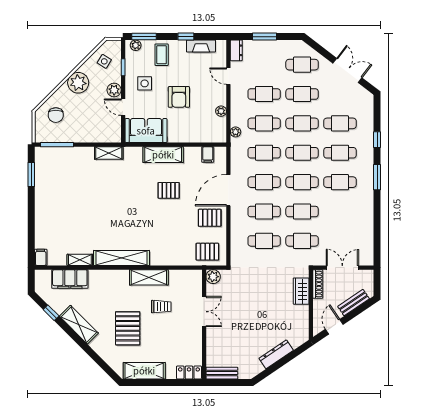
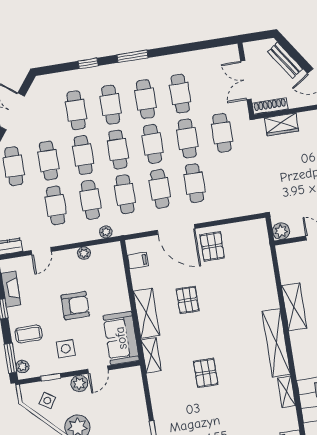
shelving: (109, 153) -> (151, 355), moved
cafe table: (264, 241) -> (180, 94), moved
pallet: (207, 252) -> (206, 373), moved

